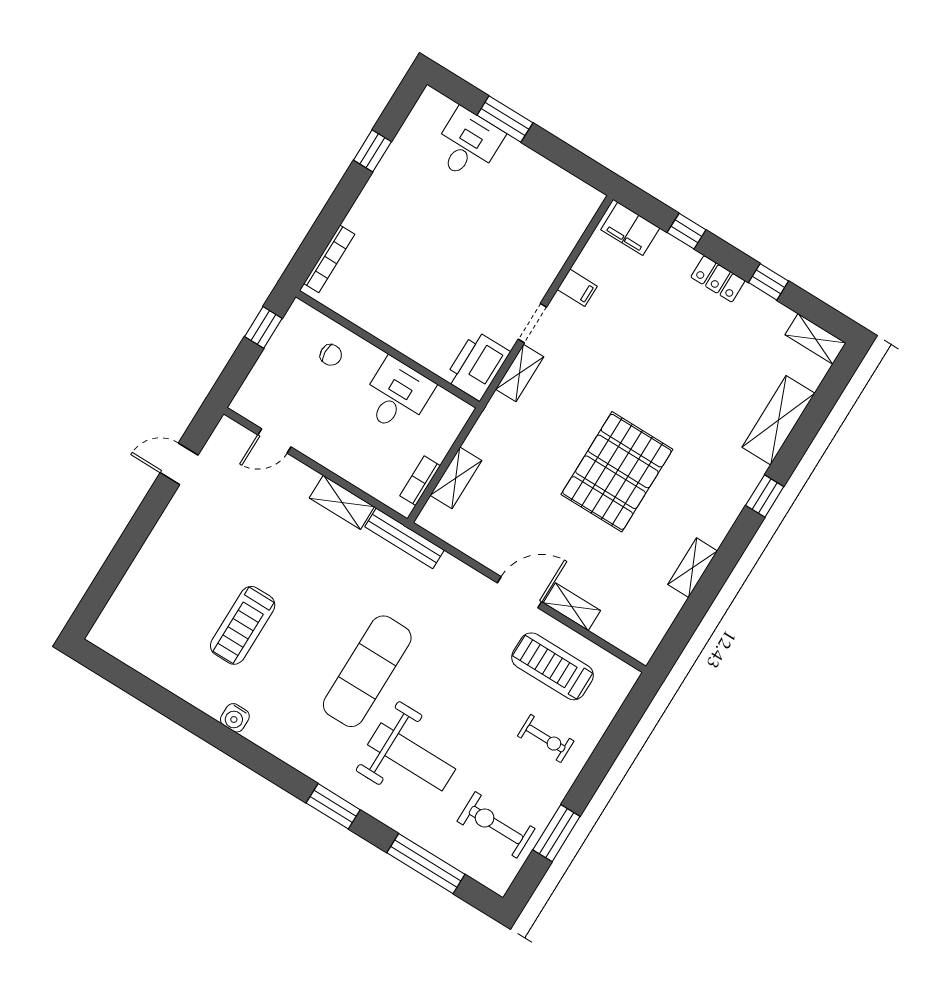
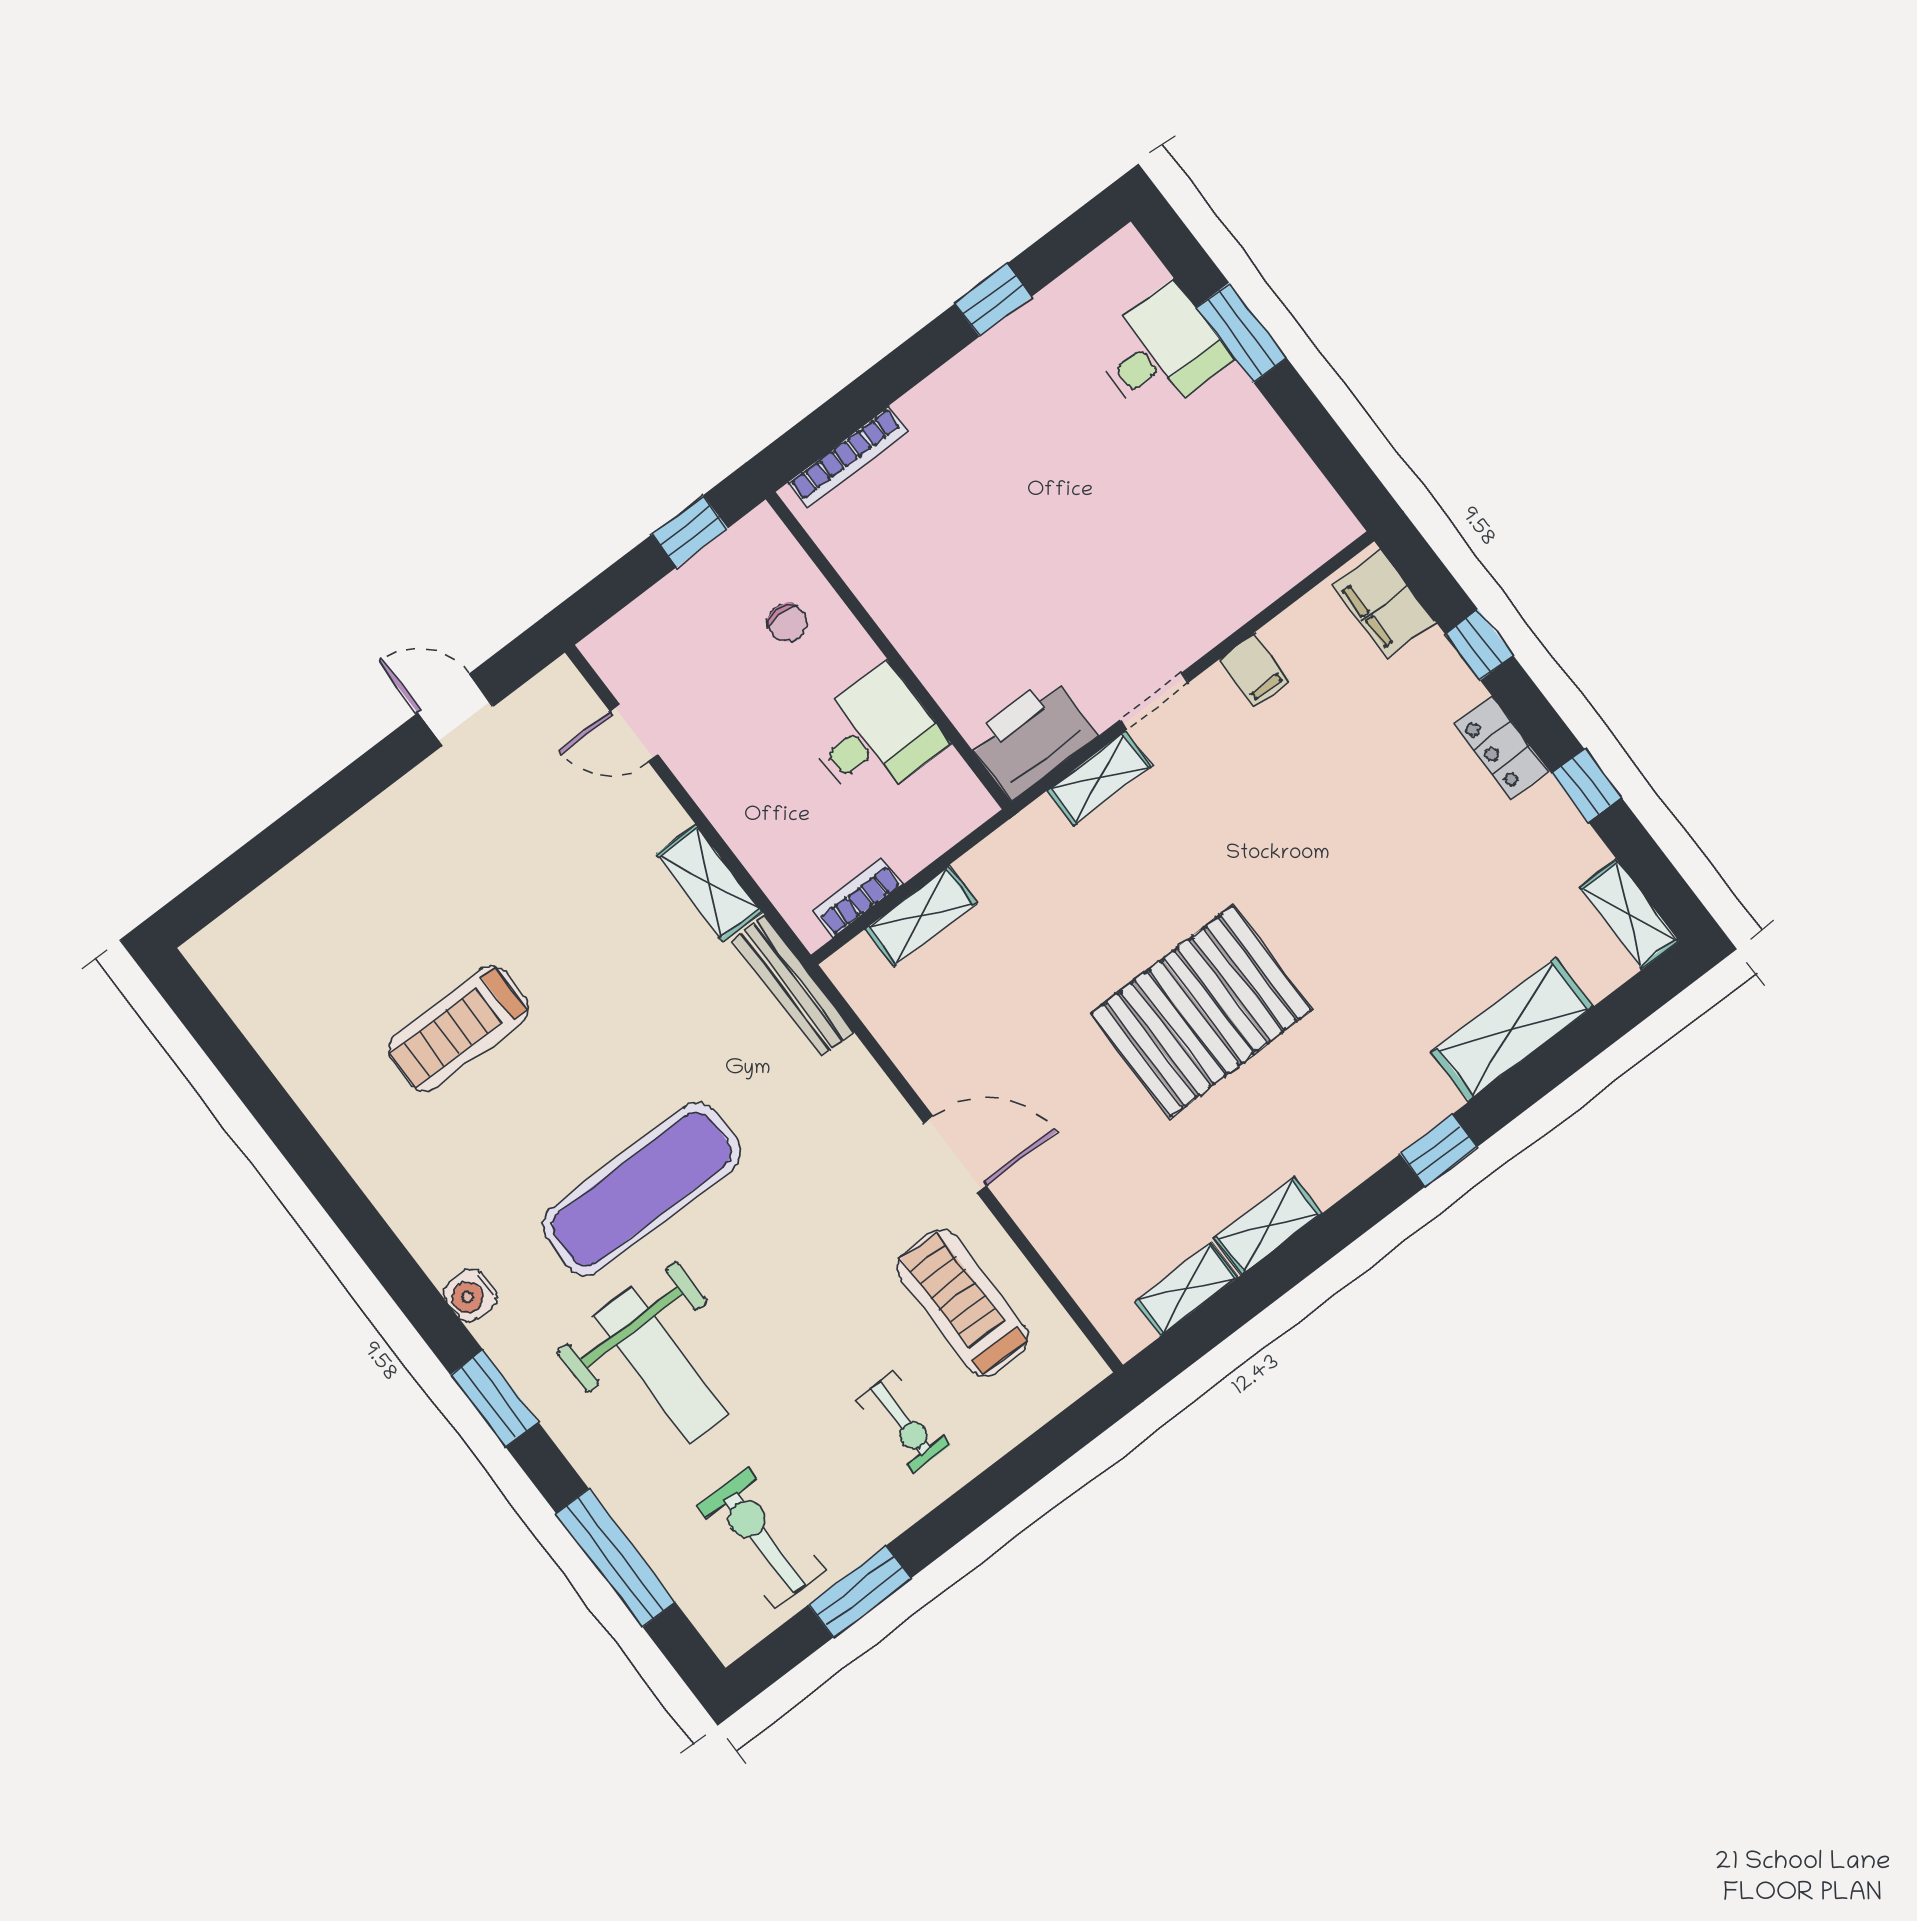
shelving: (572, 607) -> (1186, 1289), moved, turned 90
water cooler: (235, 718) -> (470, 1295), moved

